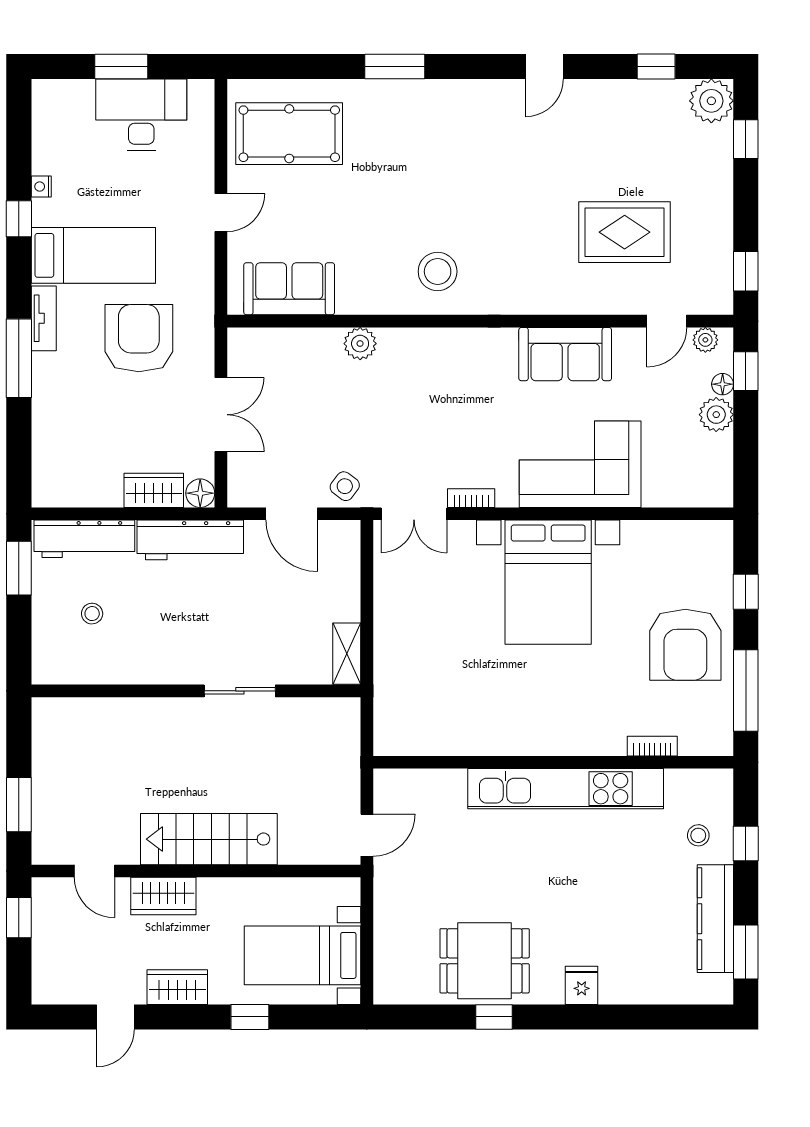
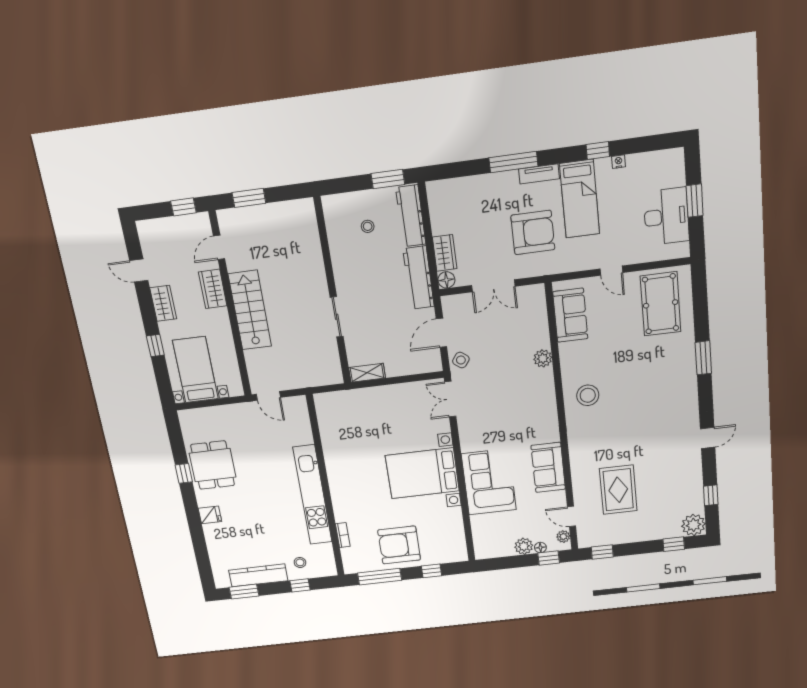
door: (544, 66) -> (708, 438), swing flipped
bookcase: (471, 498) -> (463, 428), removed

